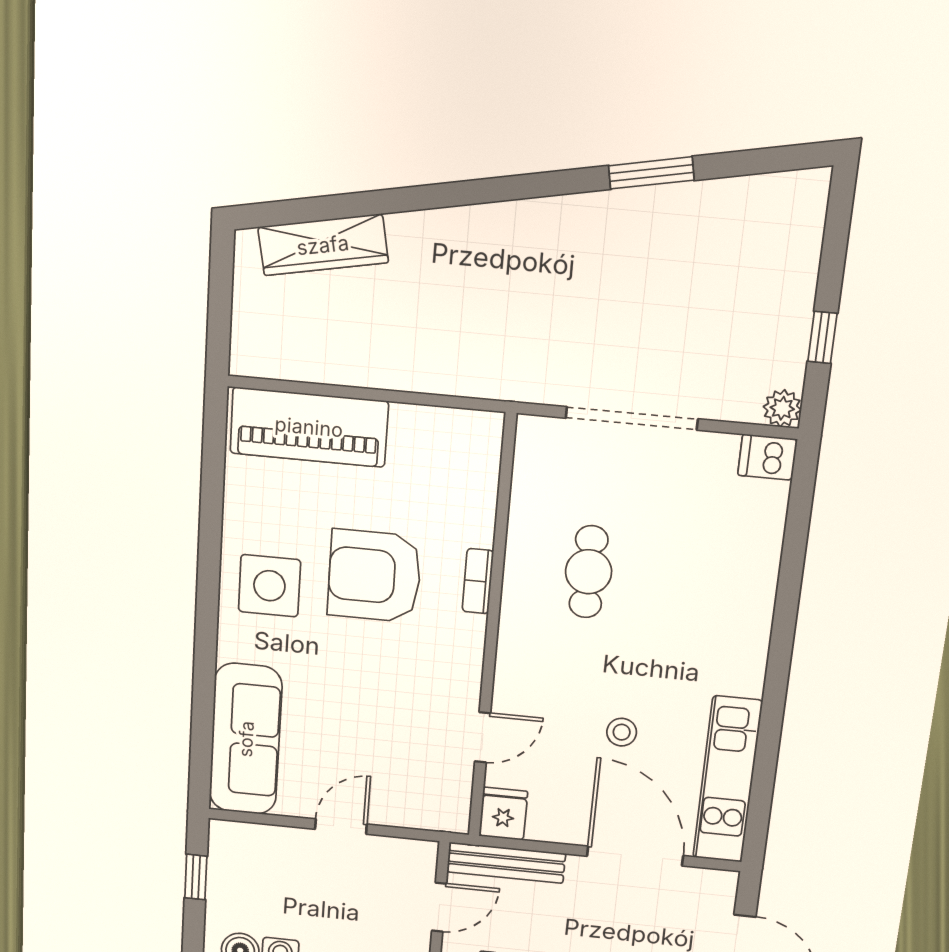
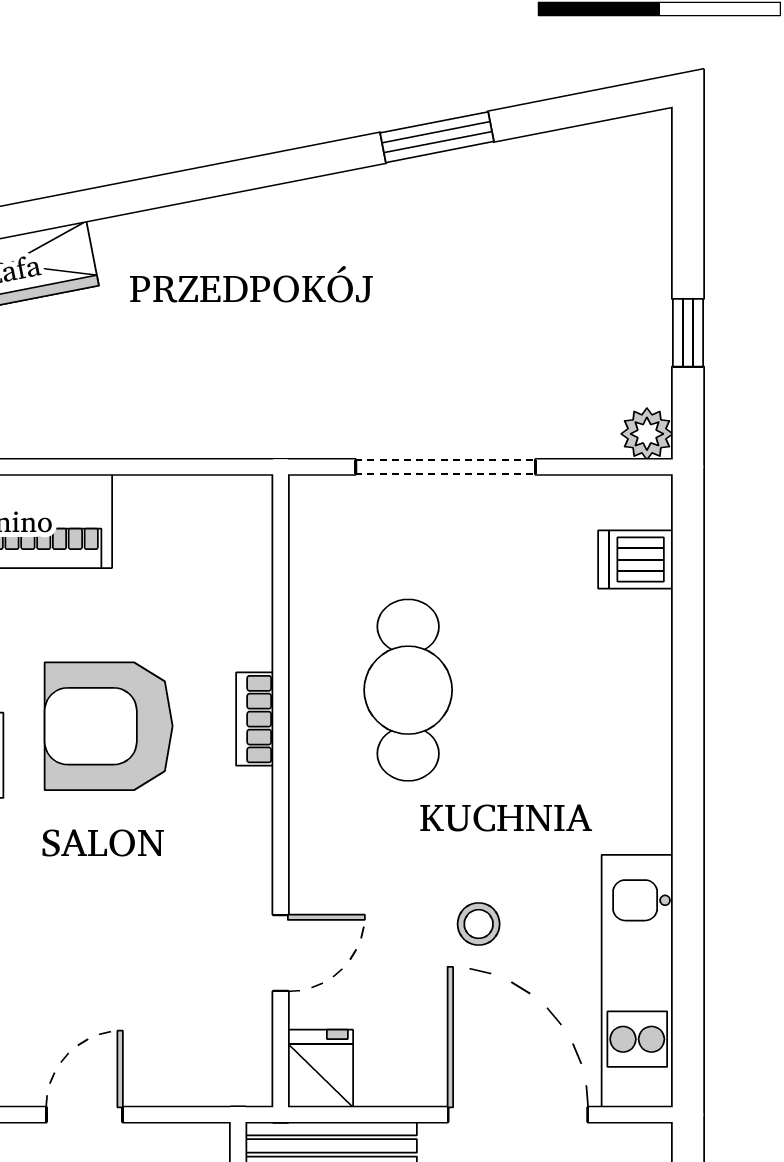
dishwasher: (767, 457) -> (635, 560), moved
cafe table: (589, 572) -> (408, 690), width x1.37, depth x1.35

